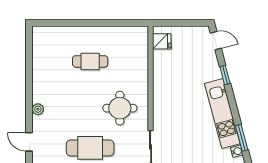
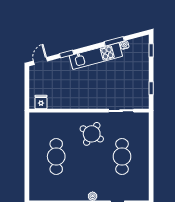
cafe table: (90, 61) -> (56, 156), width x1.37, depth x1.35
round table: (120, 108) -> (92, 134), turned 31

